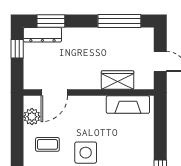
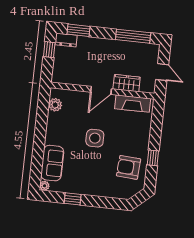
dresser: (42, 35) -> (66, 40), width x0.70
door: (54, 93) -> (101, 90), moved
coffee table: (47, 144) -> (65, 128), removed

